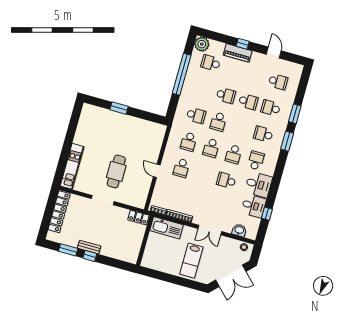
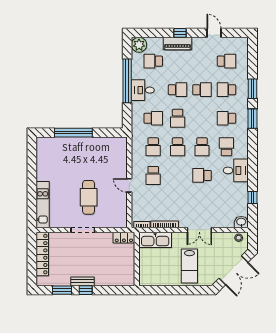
window: (119, 108) -> (73, 133), width x2.11
desk: (254, 206) -> (143, 90), moved, turned 180
washbasin: (239, 230) -> (241, 222), moved

